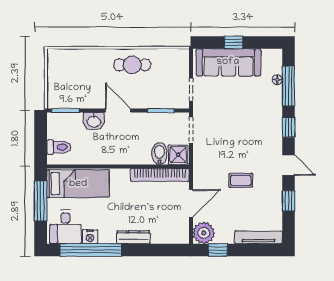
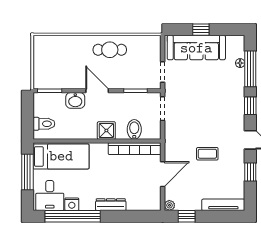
shower: (178, 155) -> (106, 131), moved
plant: (204, 233) -> (169, 205), width x0.53, depth x0.53

